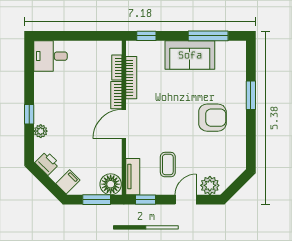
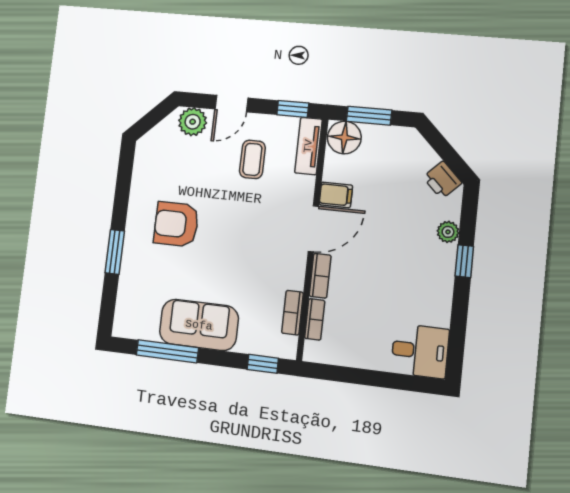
bookcase: (131, 78) -> (292, 313), width x0.64
filing cabinet: (68, 182) -> (336, 195), moved, turned -135

